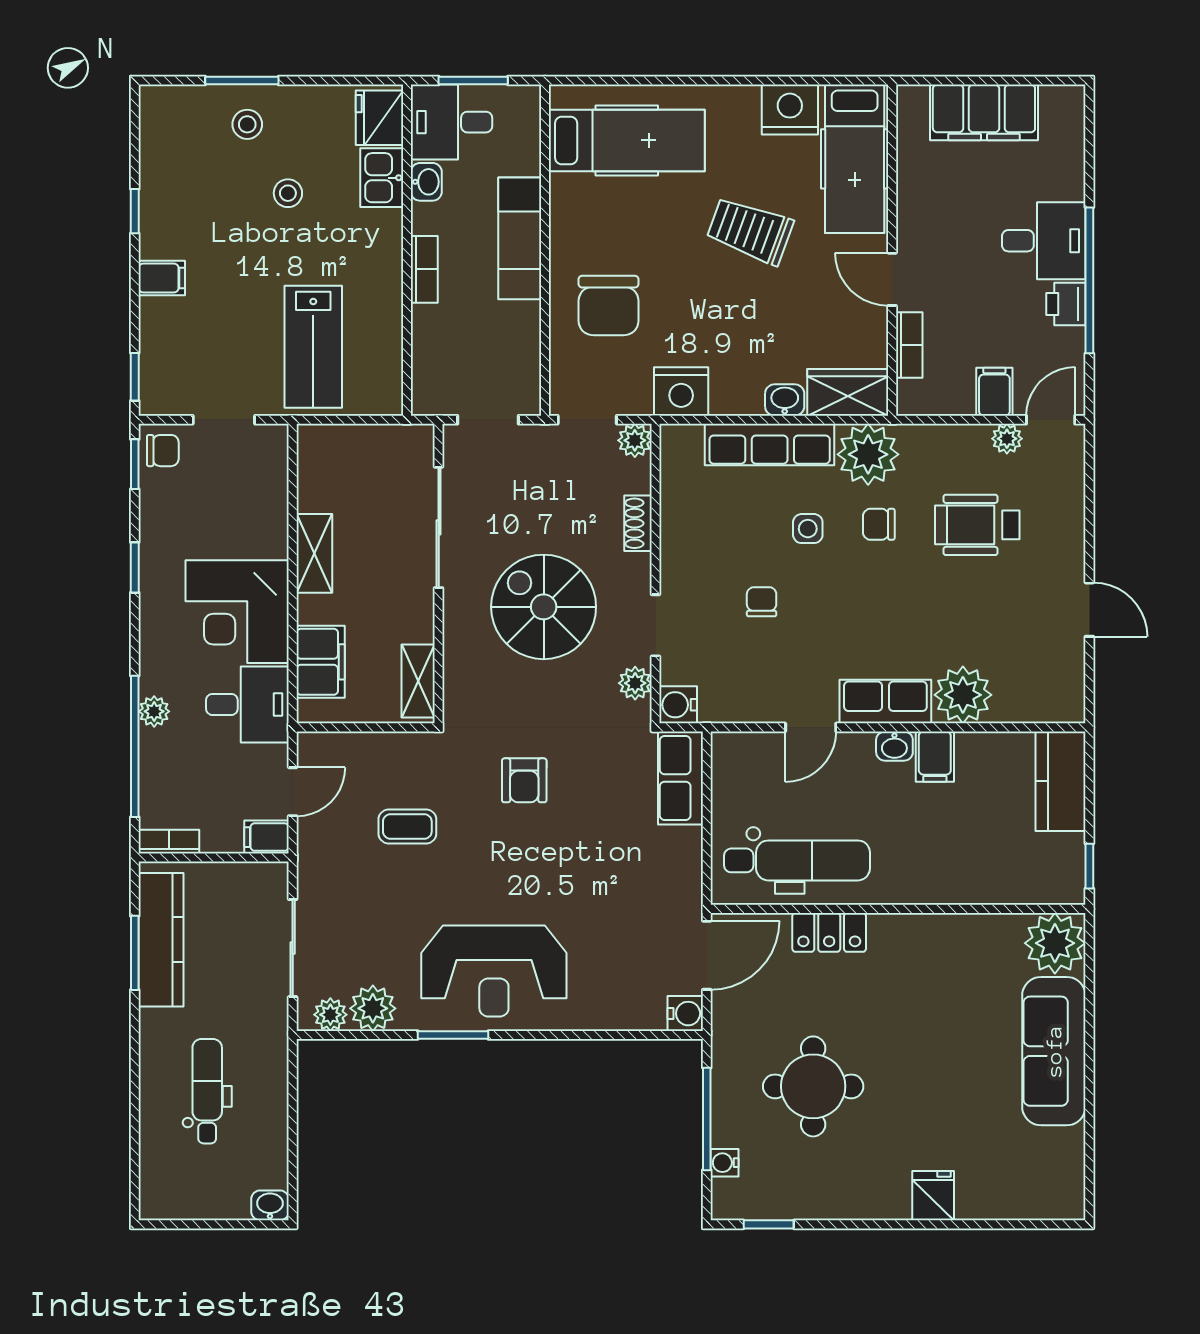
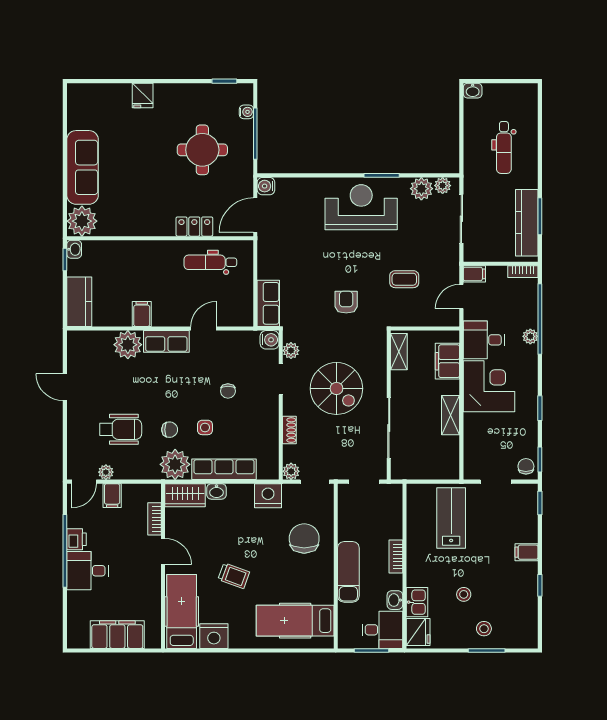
trolley: (750, 231) -> (234, 576), width x0.73, depth x0.72
chair: (163, 451) -> (526, 466), turned 90
washbasin: (894, 746) -> (74, 249), moved, turned 90
dental chair: (797, 860) -> (210, 262), width x0.73, depth x0.72

